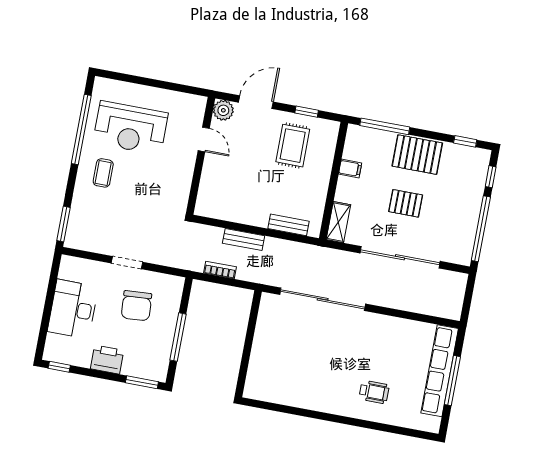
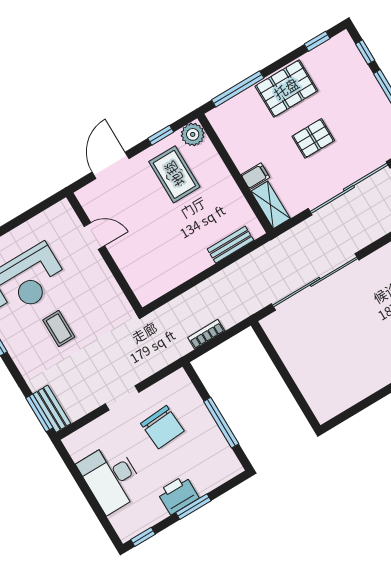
plant: (223, 110) -> (193, 134), moved
filing cabinet: (350, 169) -> (255, 176), moved
coffee table: (103, 173) -> (59, 328), moved
bench: (244, 240) -> (52, 409), moved, turned 90
window: (142, 382) -> (193, 507), moved

